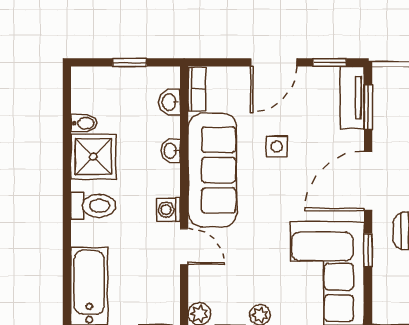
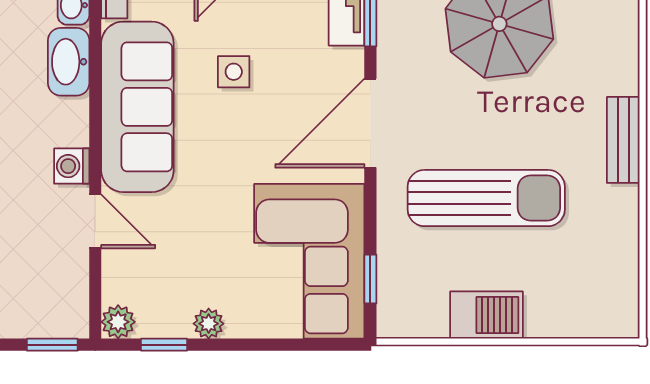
washbasin: (171, 151) -> (69, 62), width x1.91, depth x1.45
window: (368, 250) -> (370, 279), moved

